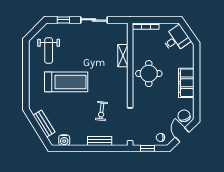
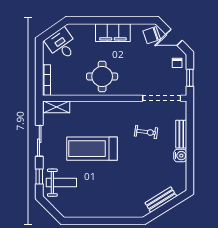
weight bench: (49, 51) -> (61, 183), moved
shelving: (123, 56) -> (57, 107), moved
treadmill: (66, 82) -> (92, 149), moved, turned -90
water cooler: (64, 140) -> (180, 156), moved

